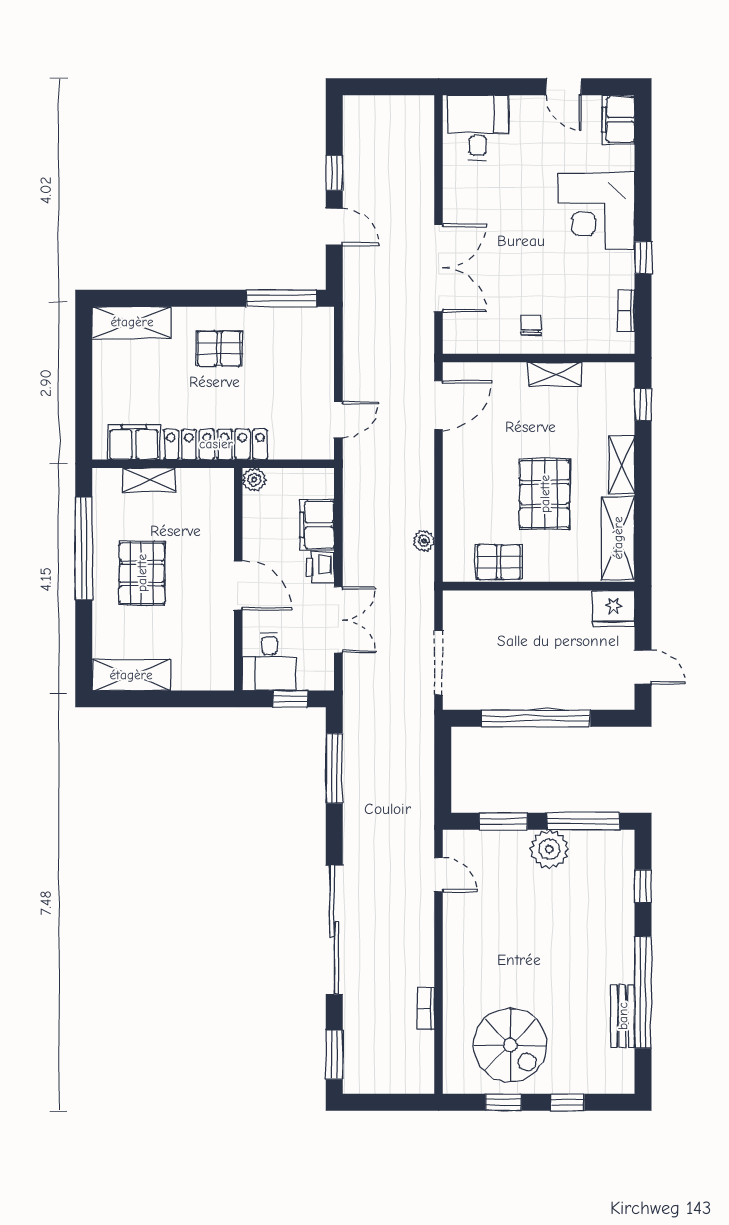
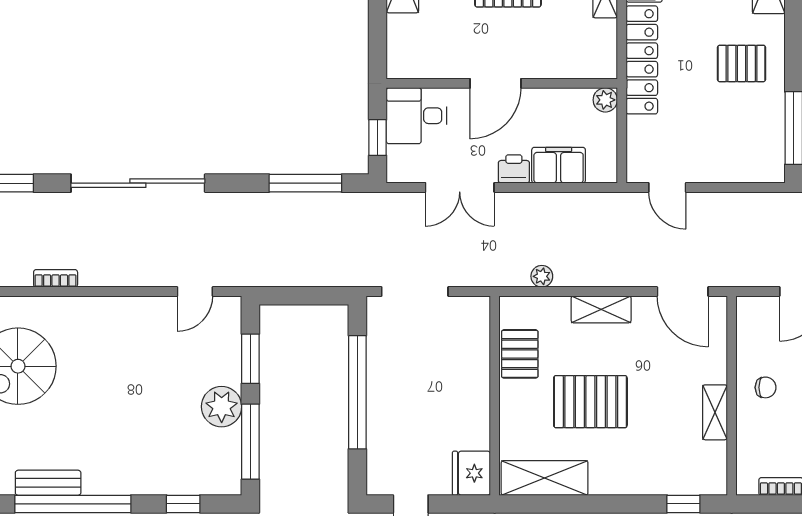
pallet: (219, 348) -> (742, 63), turned 90
shelving: (622, 465) -> (601, 309), moved

